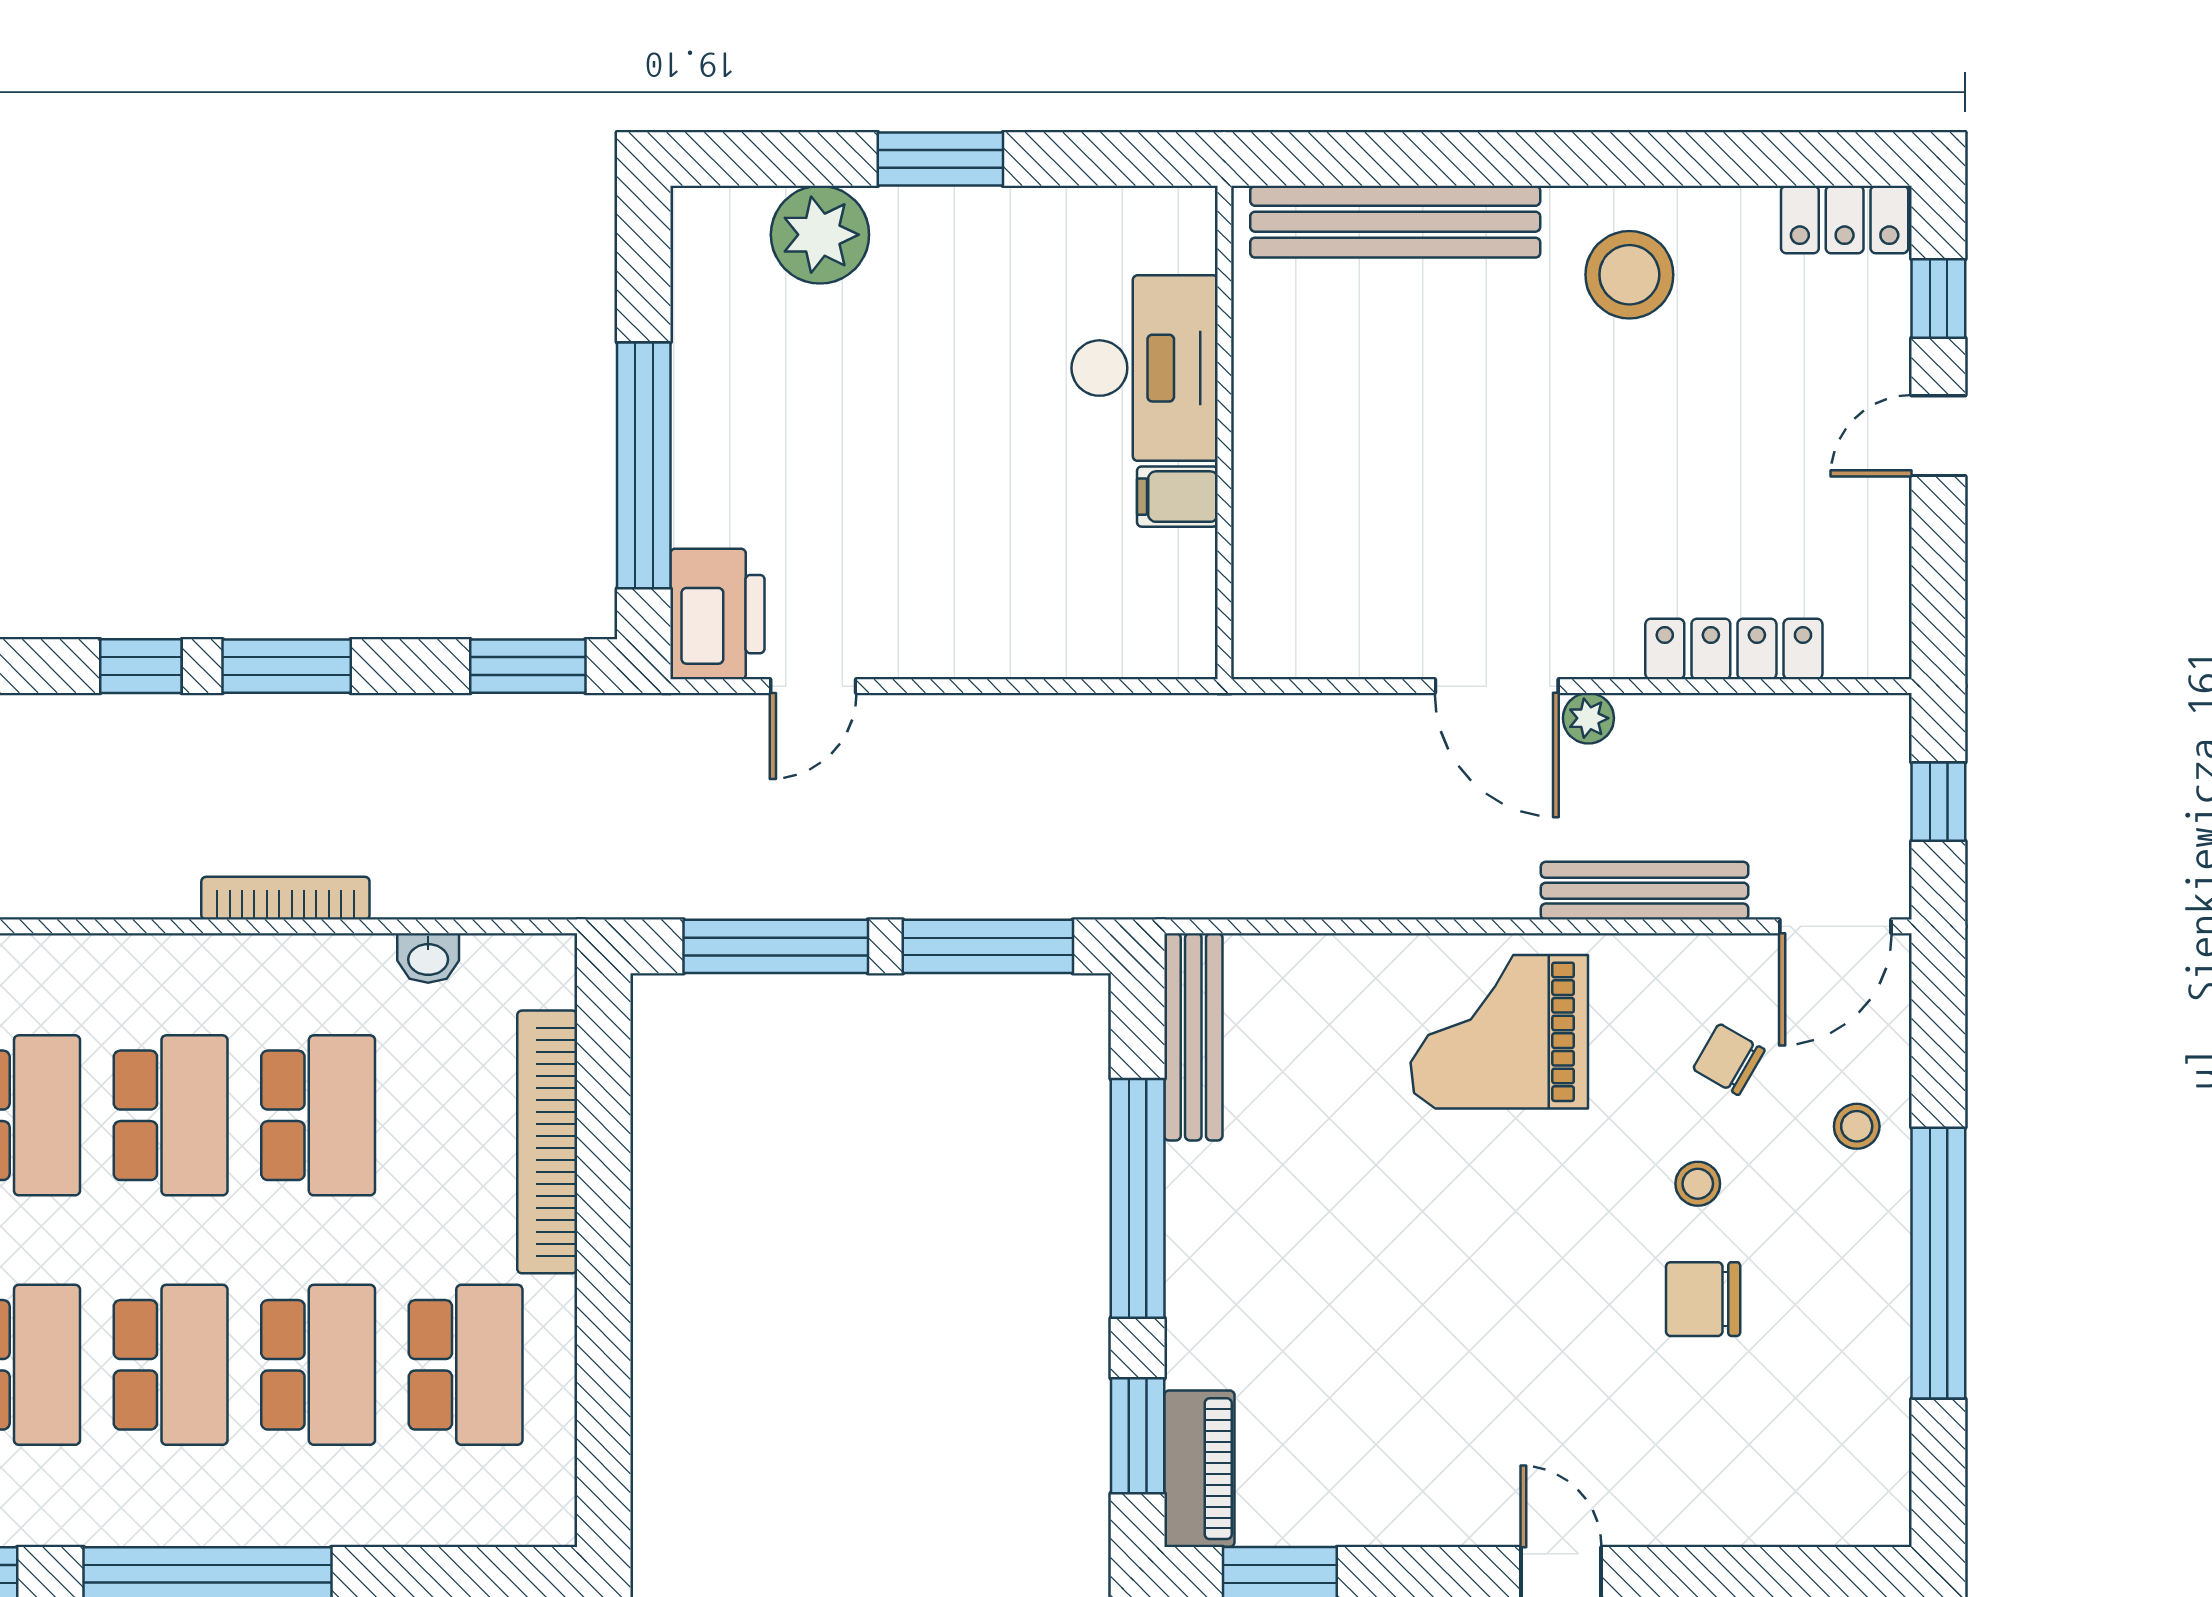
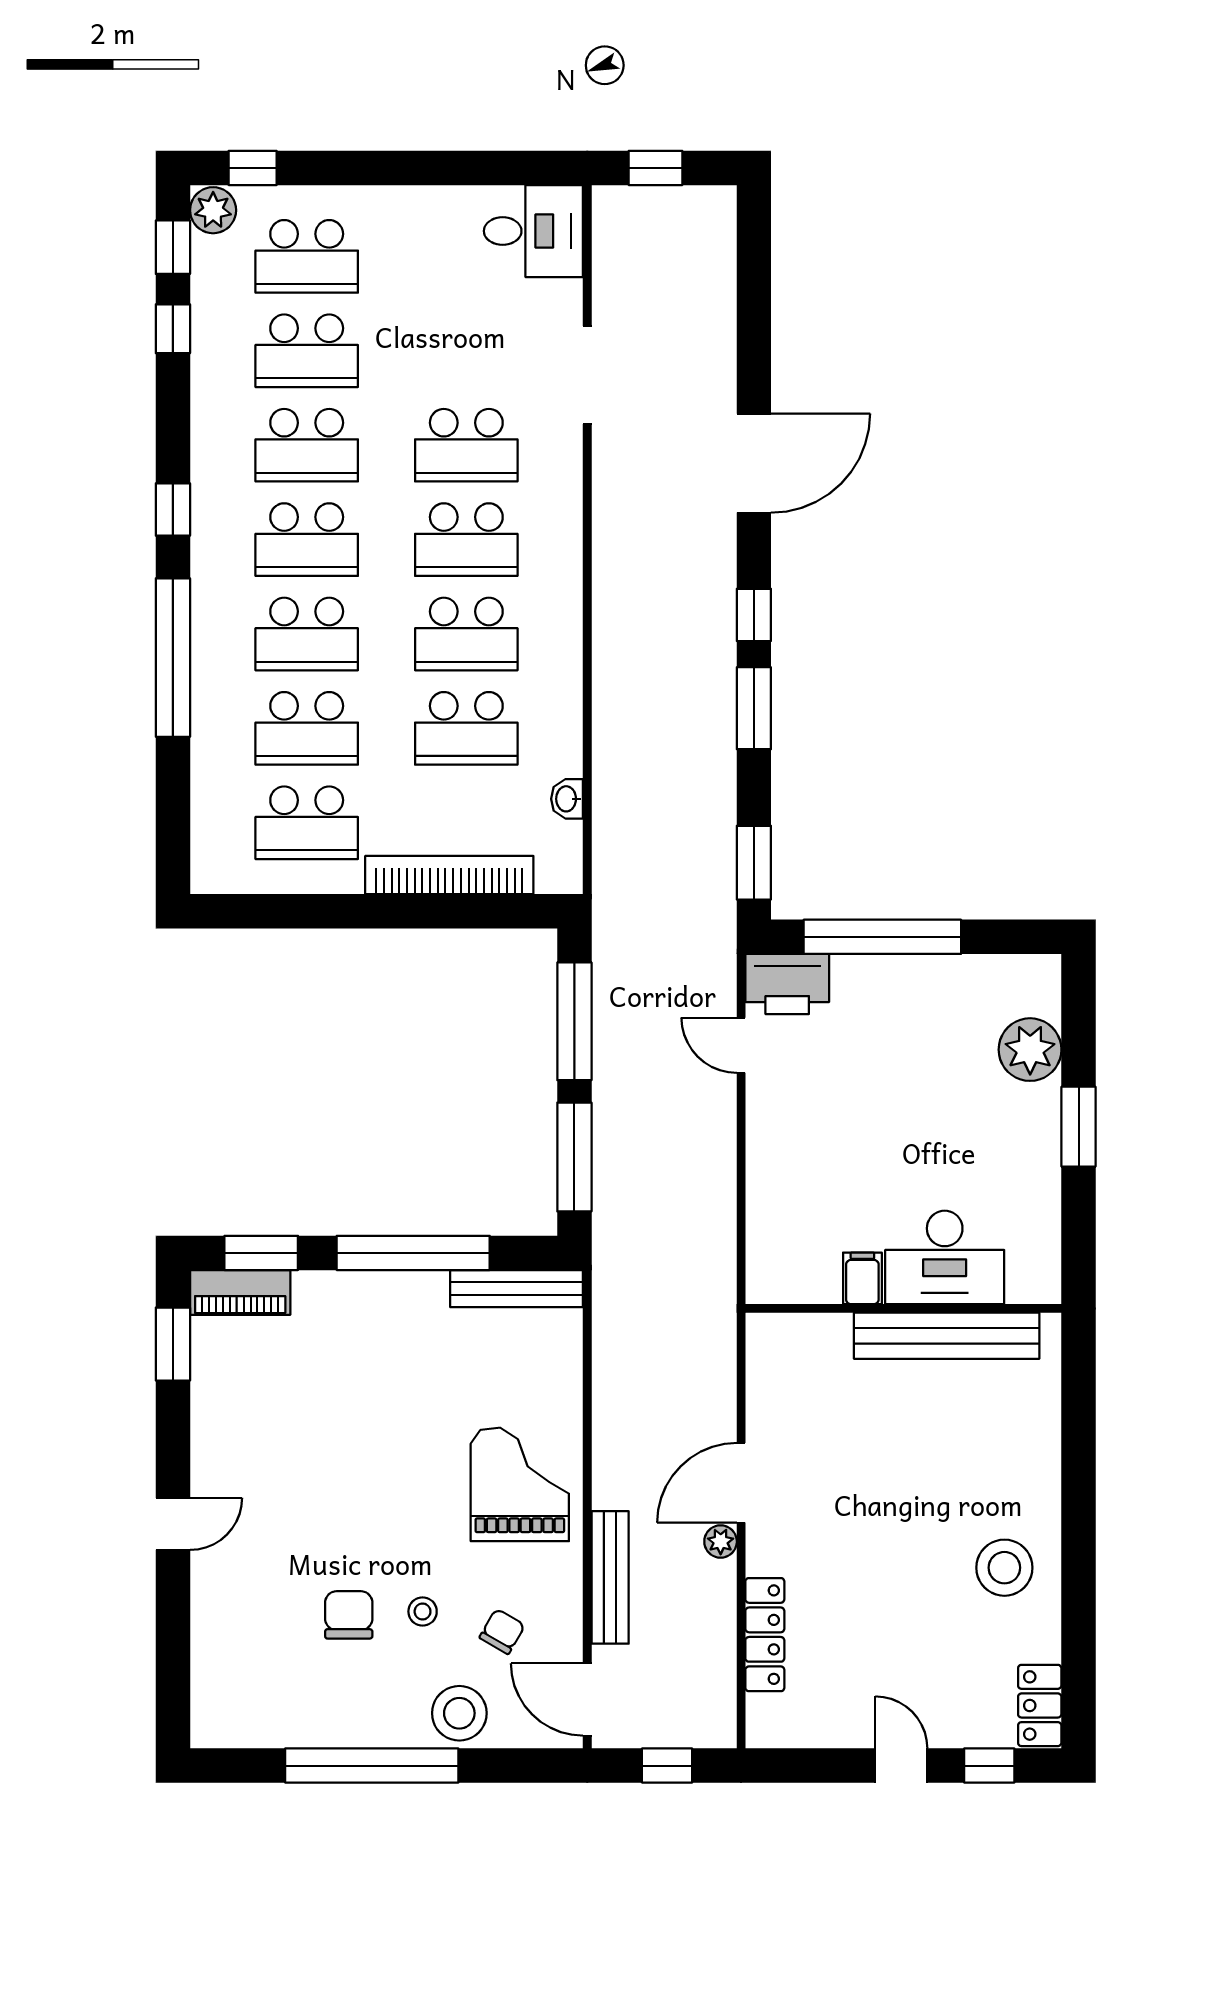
bench: (1395, 222) -> (947, 1336), moved, turned 90
bookcase: (285, 898) -> (605, 707), removed
stool: (1857, 1126) -> (459, 1713), width x1.89, depth x1.89

